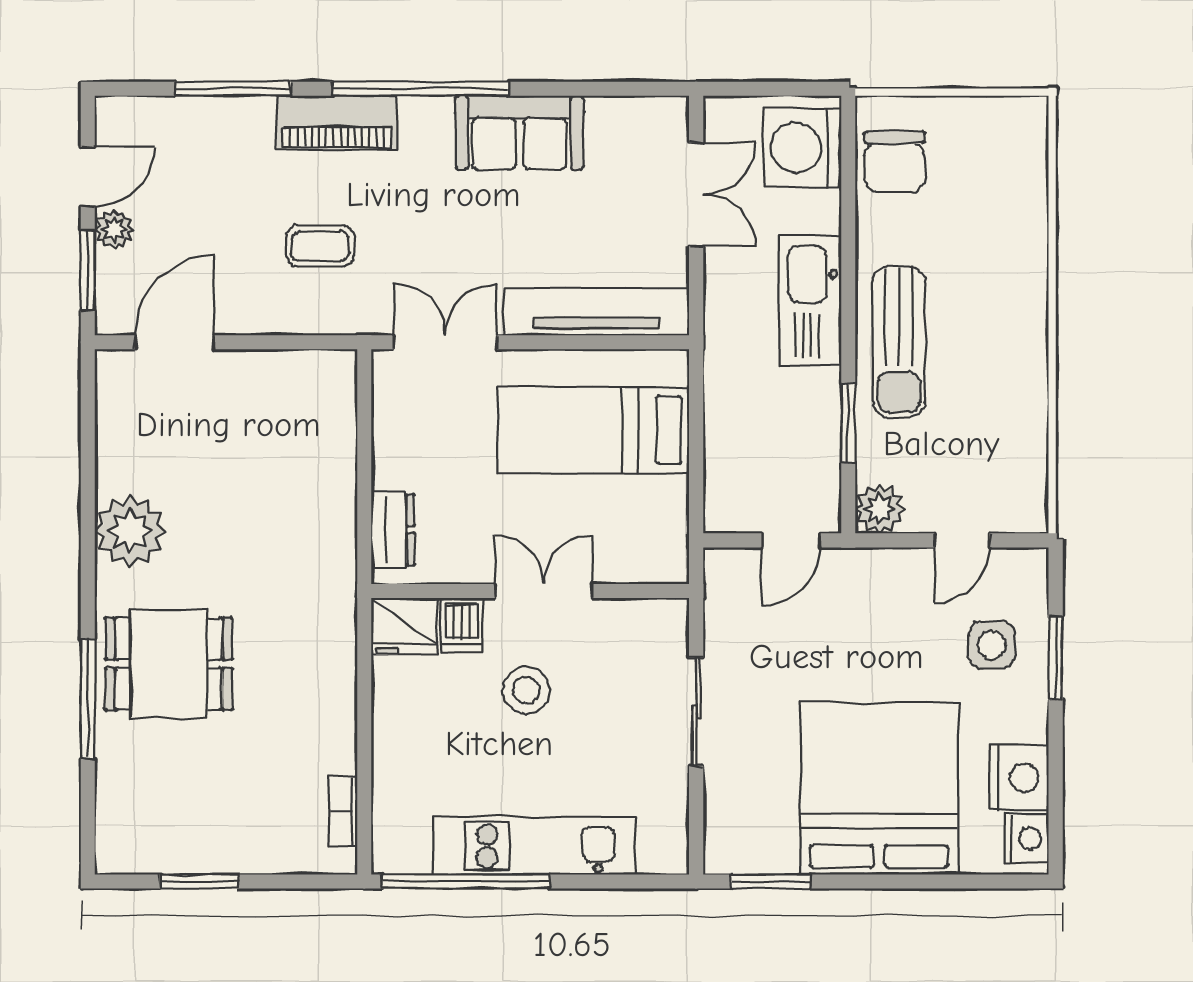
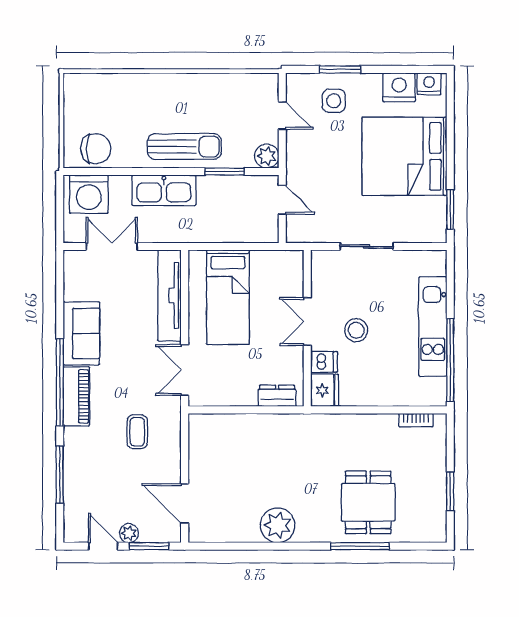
piano: (337, 122) -> (76, 396), moved
dining table: (169, 664) -> (368, 502), moved

